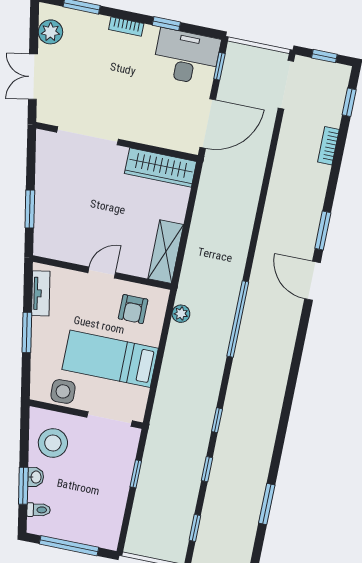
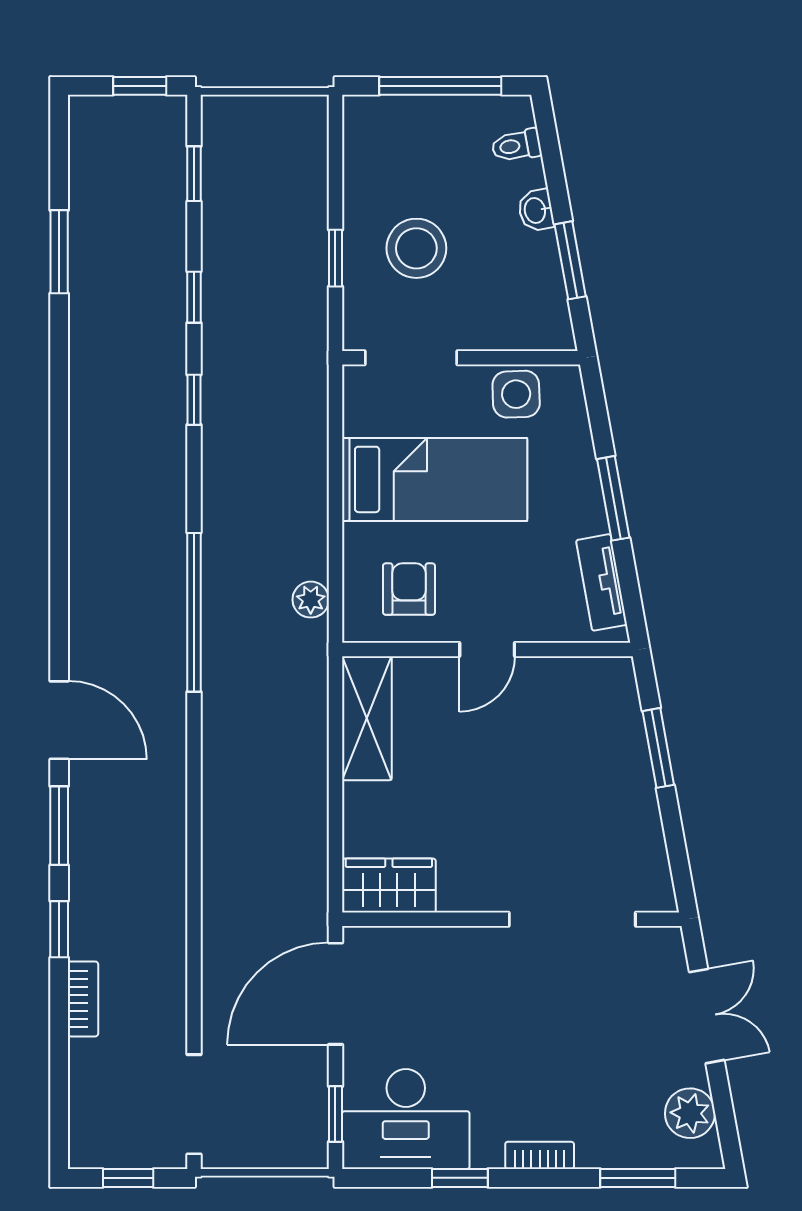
window: (349, 102) -> (59, 929), moved
wardrobe: (161, 168) -> (389, 886), width x0.67
stool: (53, 443) -> (416, 248), moved
window: (23, 486) -> (570, 260), moved

